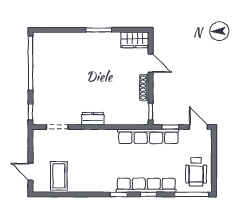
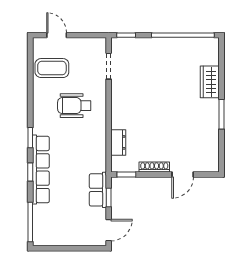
wardrobe: (135, 40) -> (210, 82), moved
dresser: (93, 119) -> (118, 142), moved
row of seats: (148, 136) -> (98, 190), width x0.50
door: (31, 172) -> (57, 35), hinge flipped
wheelchair: (196, 172) -> (74, 106), moved

